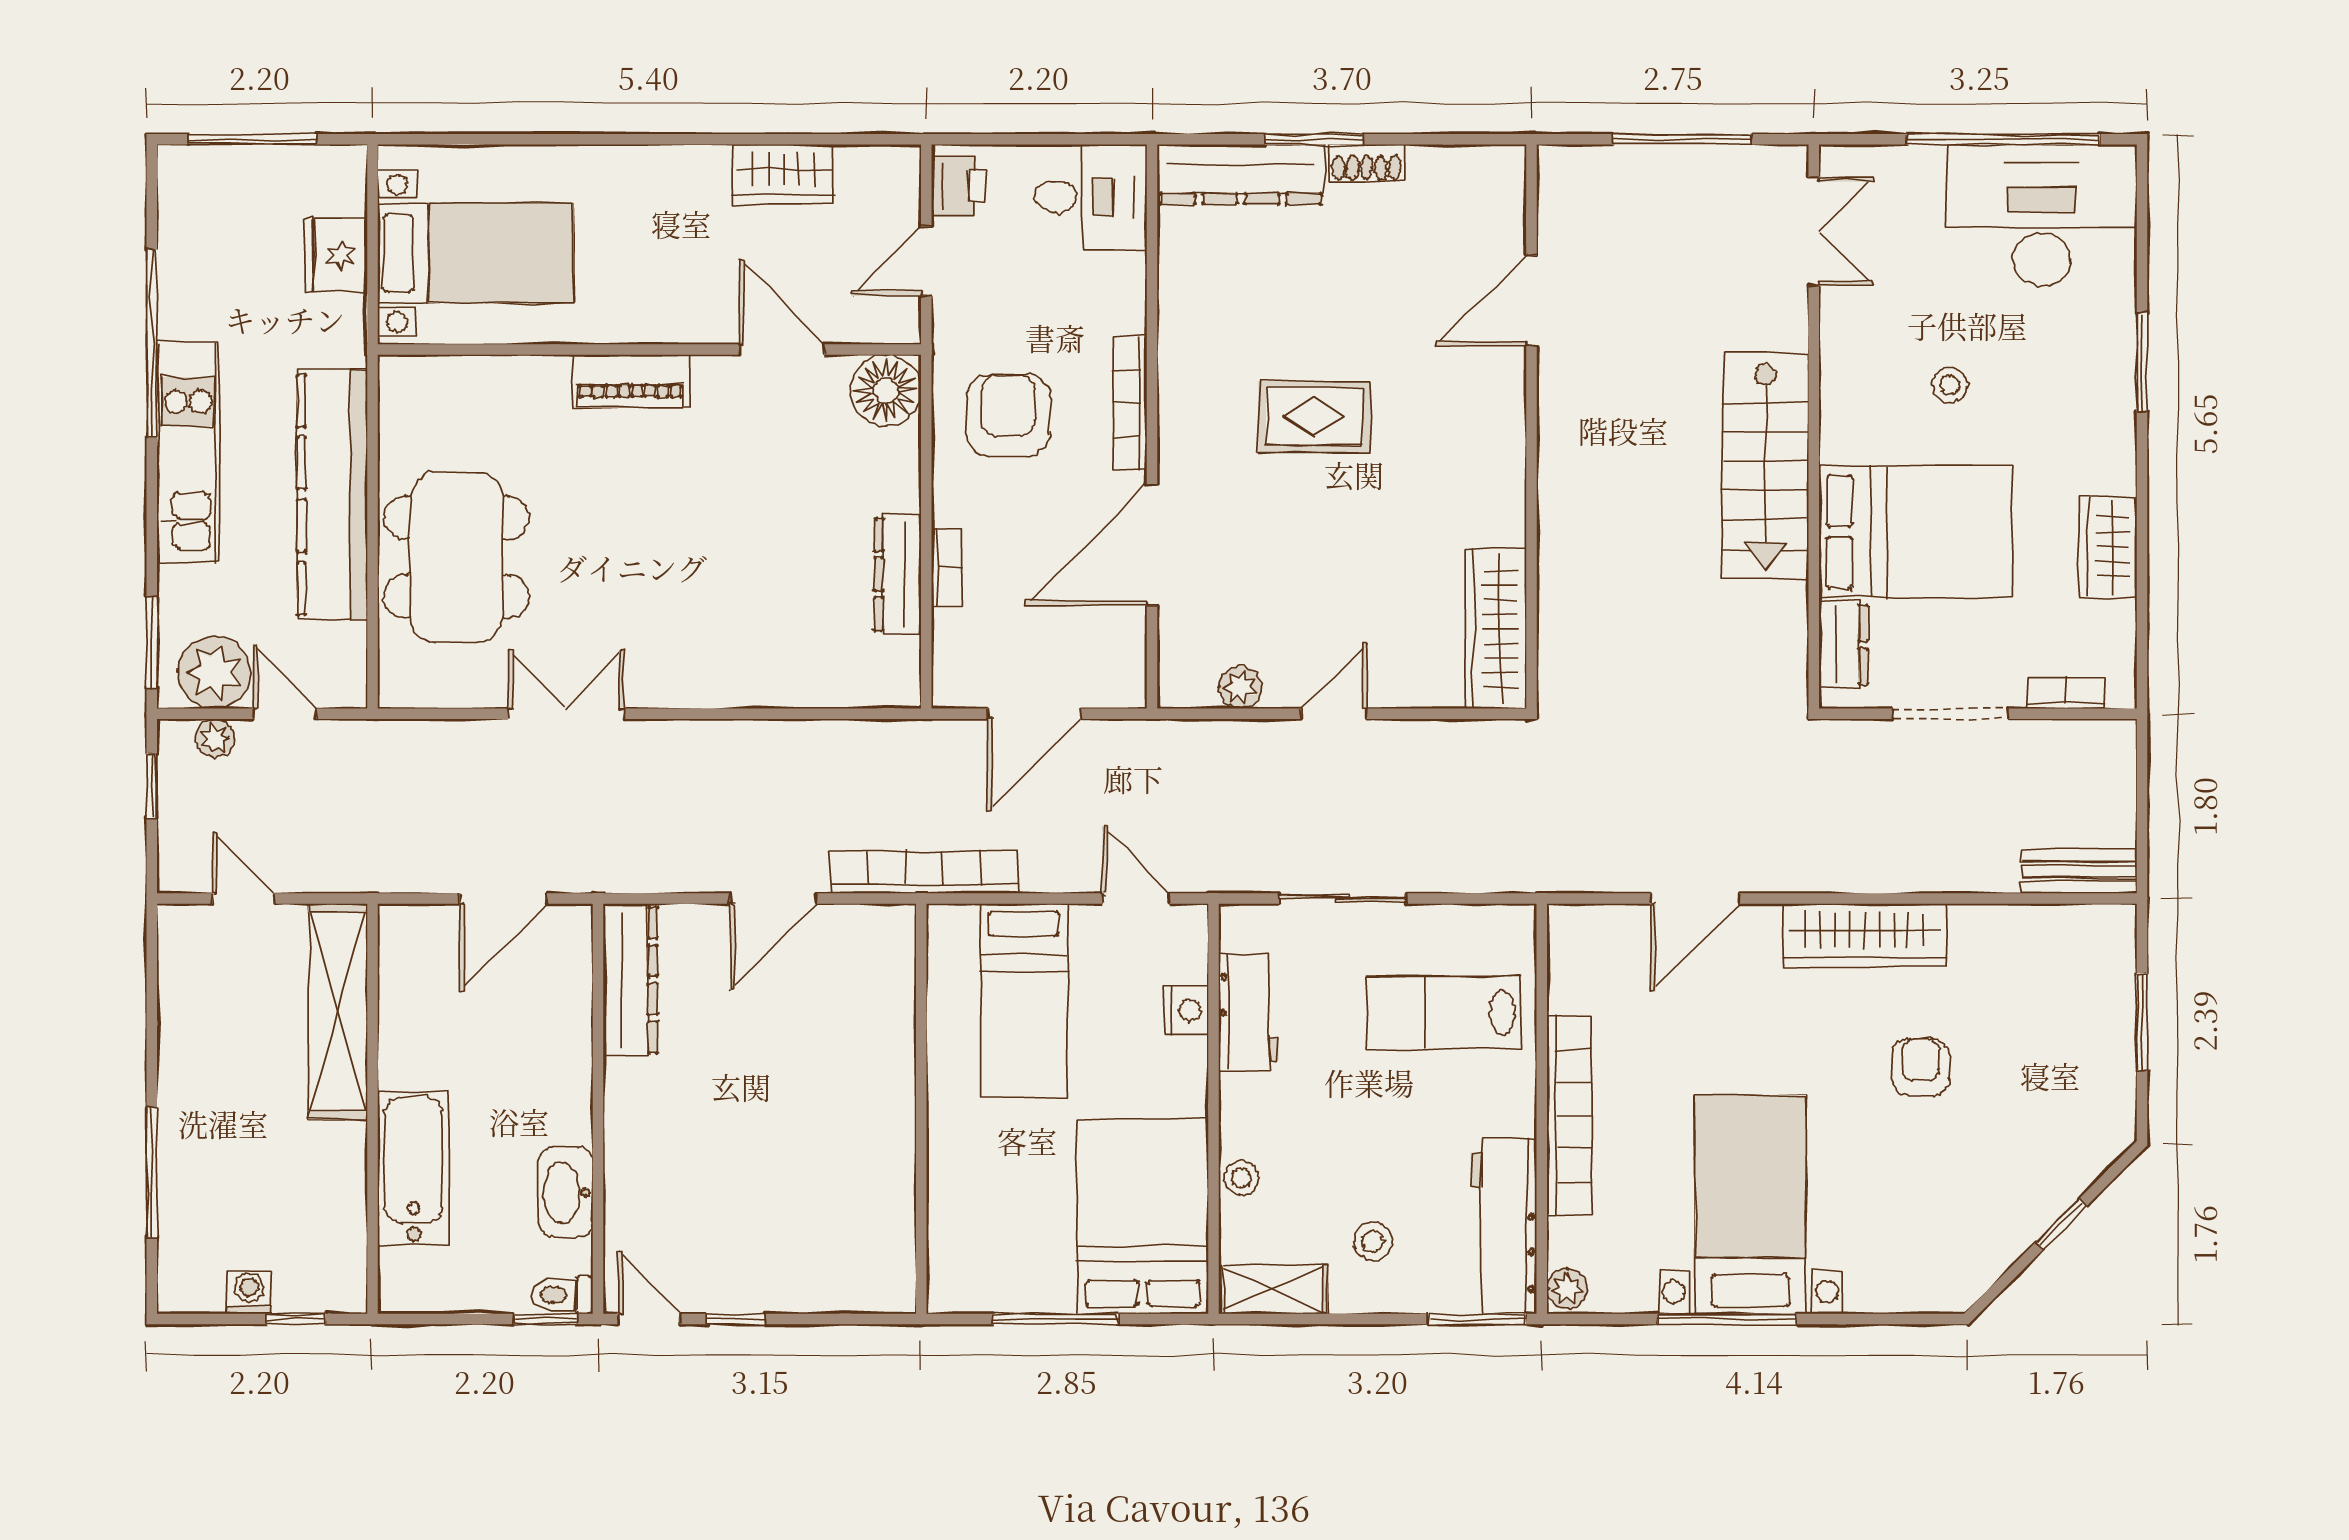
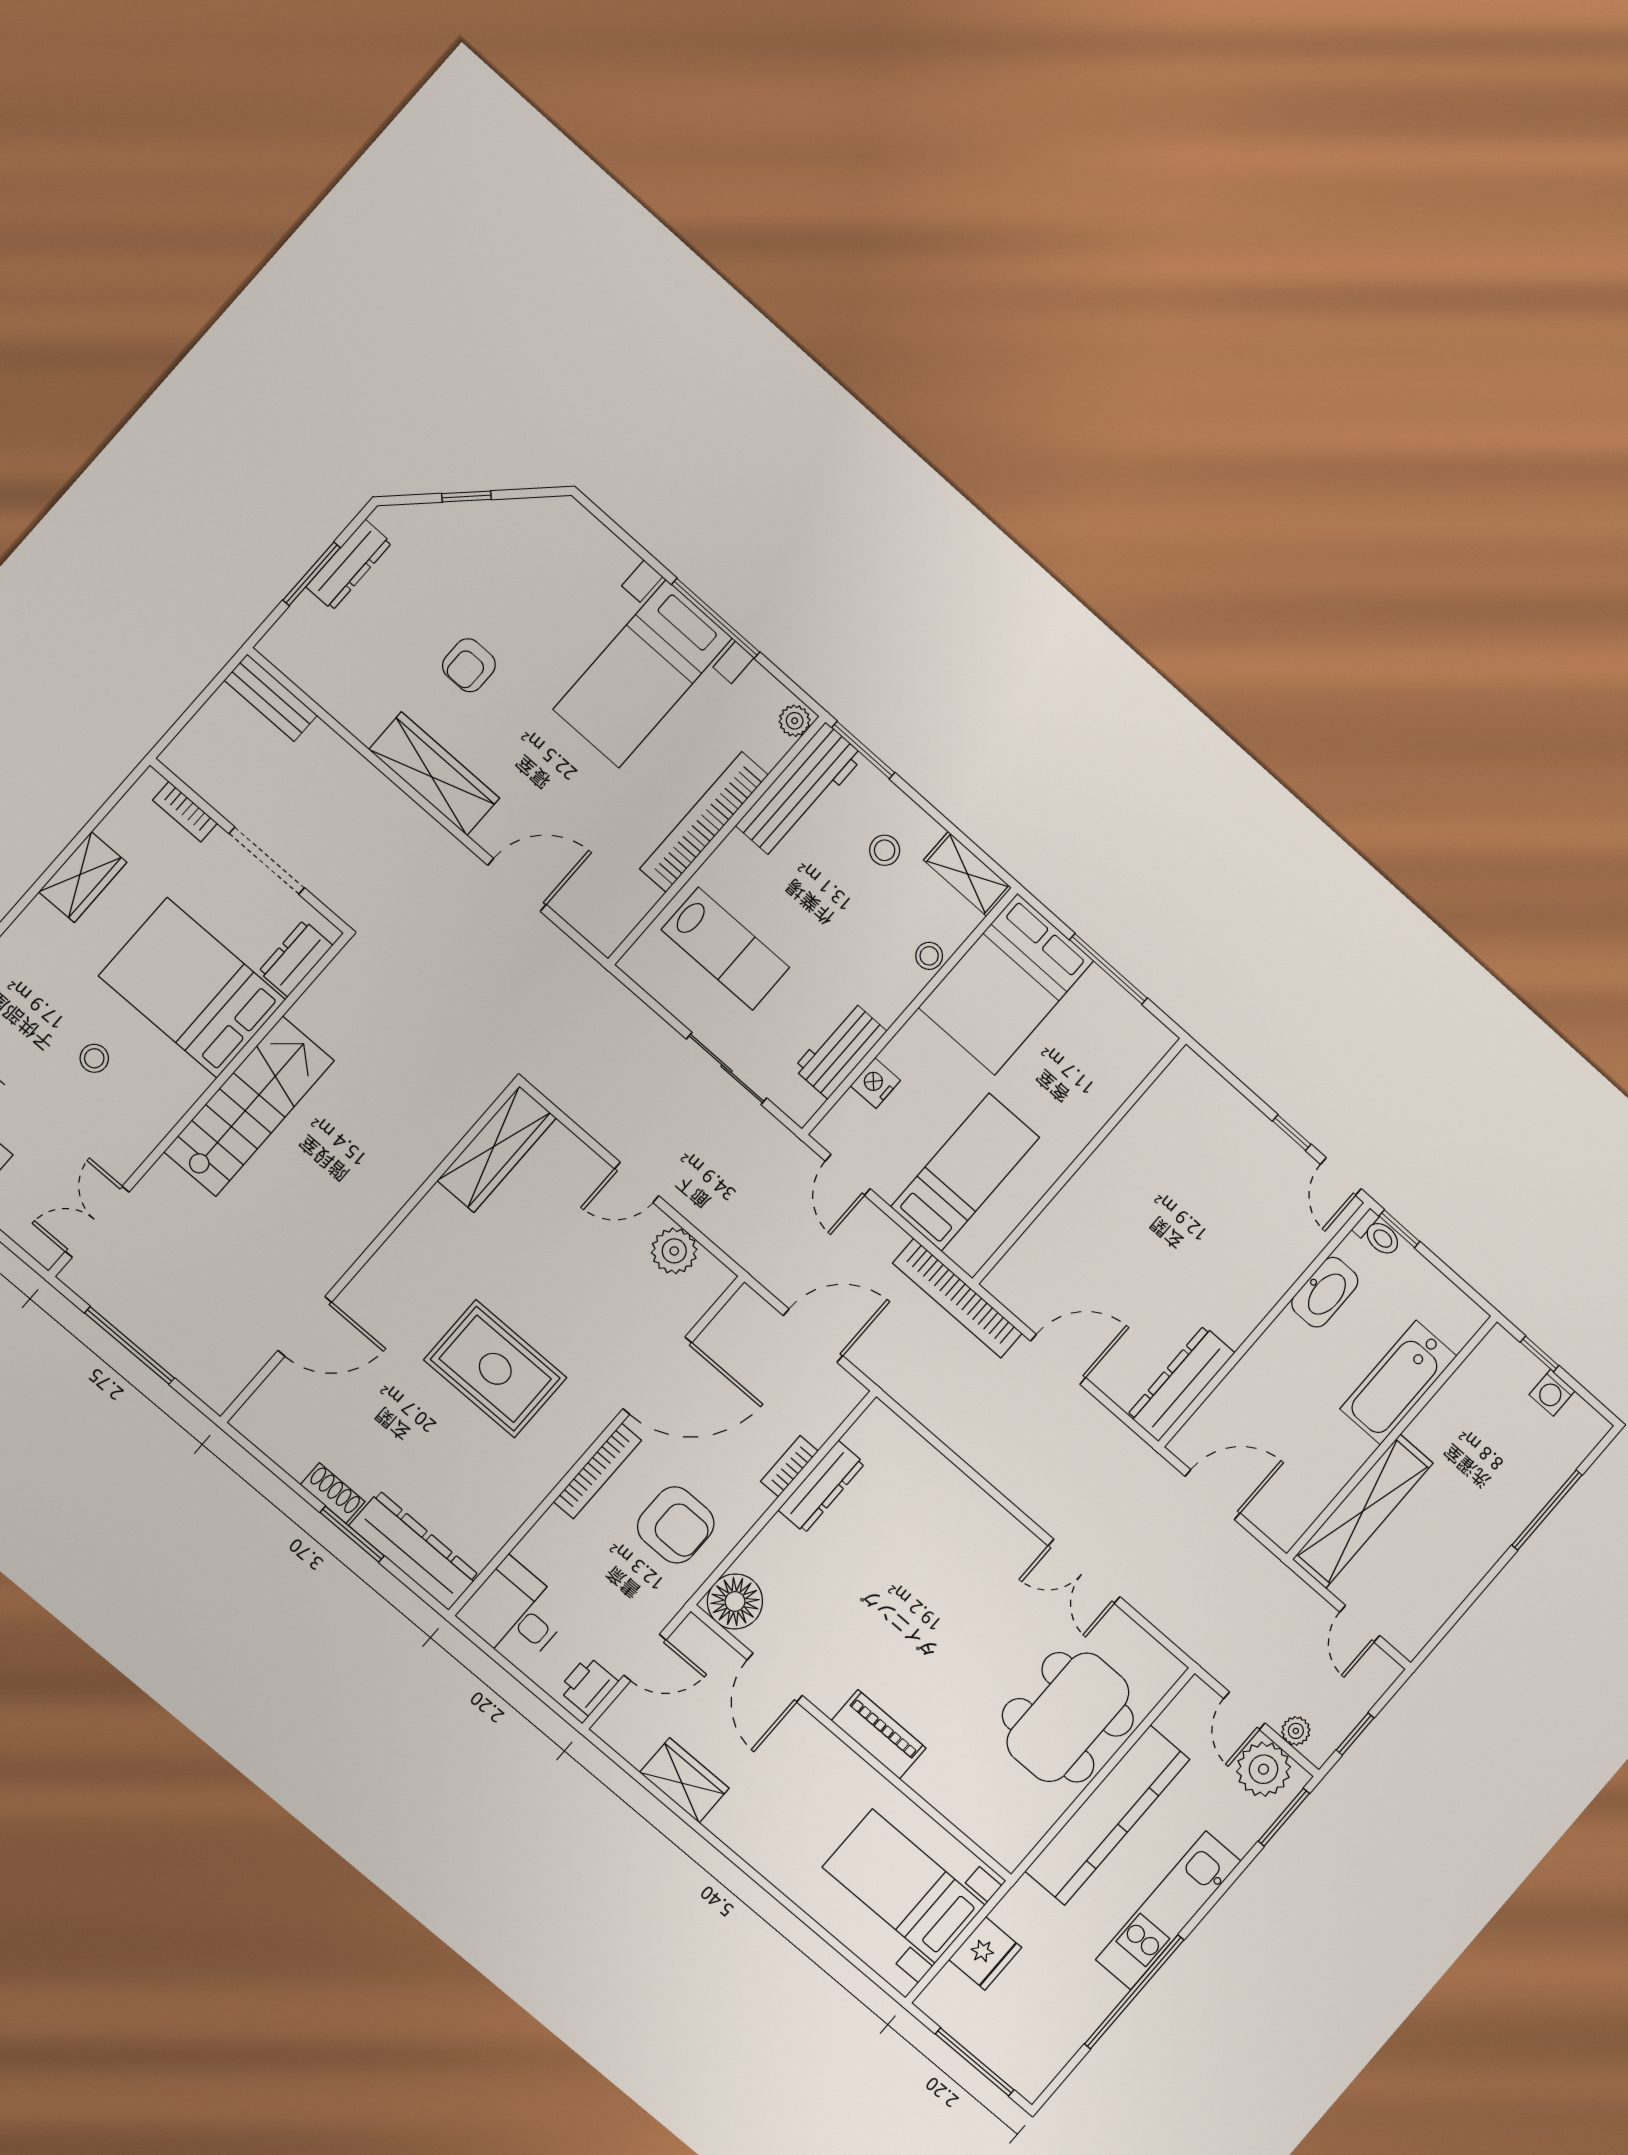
armchair: (1008, 415) -> (676, 1525), turned -90
rug: (1314, 417) -> (495, 1369), width x1.36, depth x1.43
plant: (1240, 687) -> (674, 1251), width x1.38, depth x1.38
dresser: (2115, 1062) -> (349, 565), added

